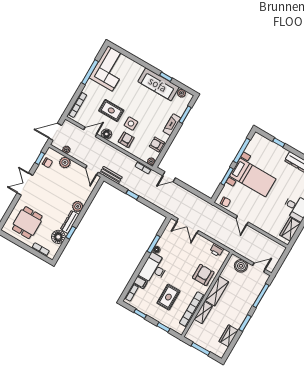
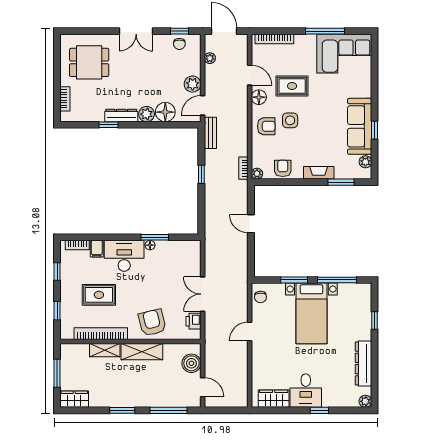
rug: (111, 110) -> (292, 86), turned 90
plant: (65, 162) -> (193, 84), moved
door: (169, 177) -> (251, 224), moved
double door: (25, 184) -> (136, 31), swing flipped
double door: (188, 226) -> (203, 294), moved
floor lamp: (58, 237) -> (165, 112), moved
armchair: (203, 275) -> (152, 323), turned -104
wardrobe: (229, 336) -> (74, 399), moved

